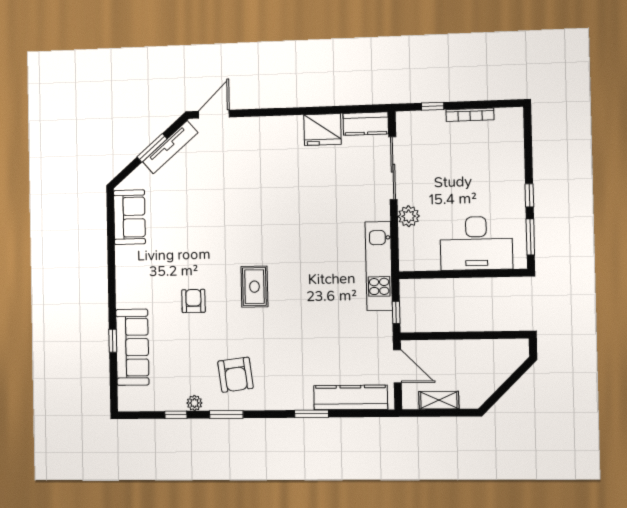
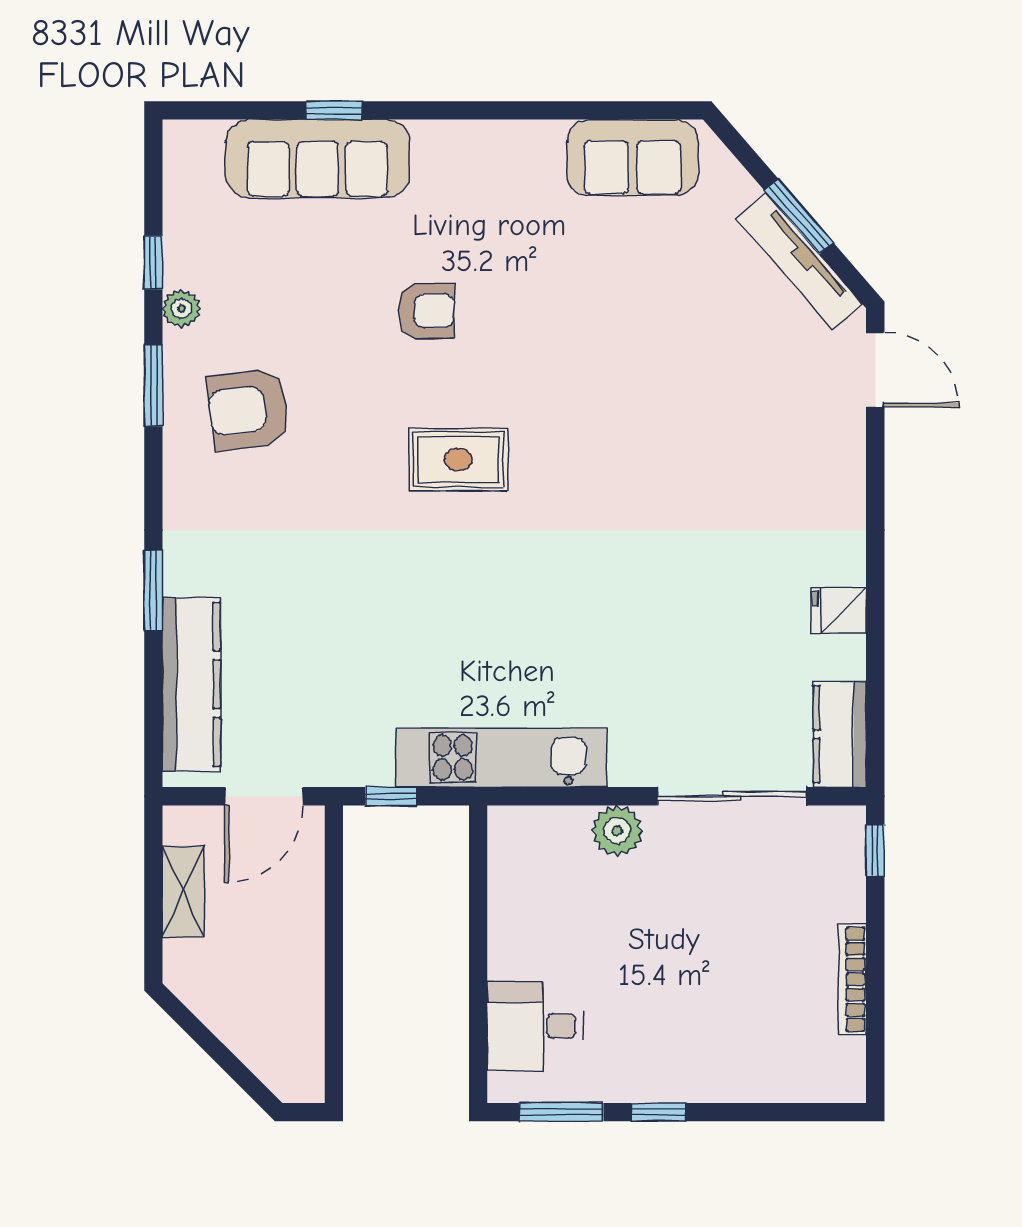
window: (433, 106) -> (875, 850), moved
fridge: (322, 129) -> (839, 611), width x0.53, depth x0.75
desk: (476, 243) -> (535, 1026), width x0.53, depth x0.77

